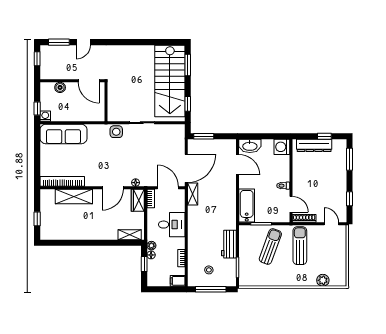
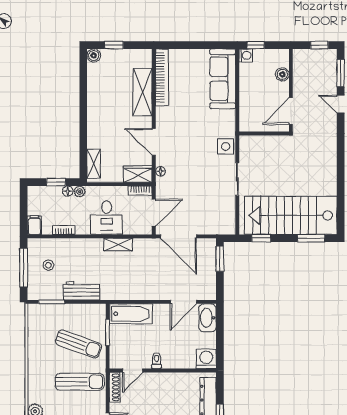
shelving: (193, 194) -> (118, 245), moved
boiler: (45, 235) -> (94, 56), added

